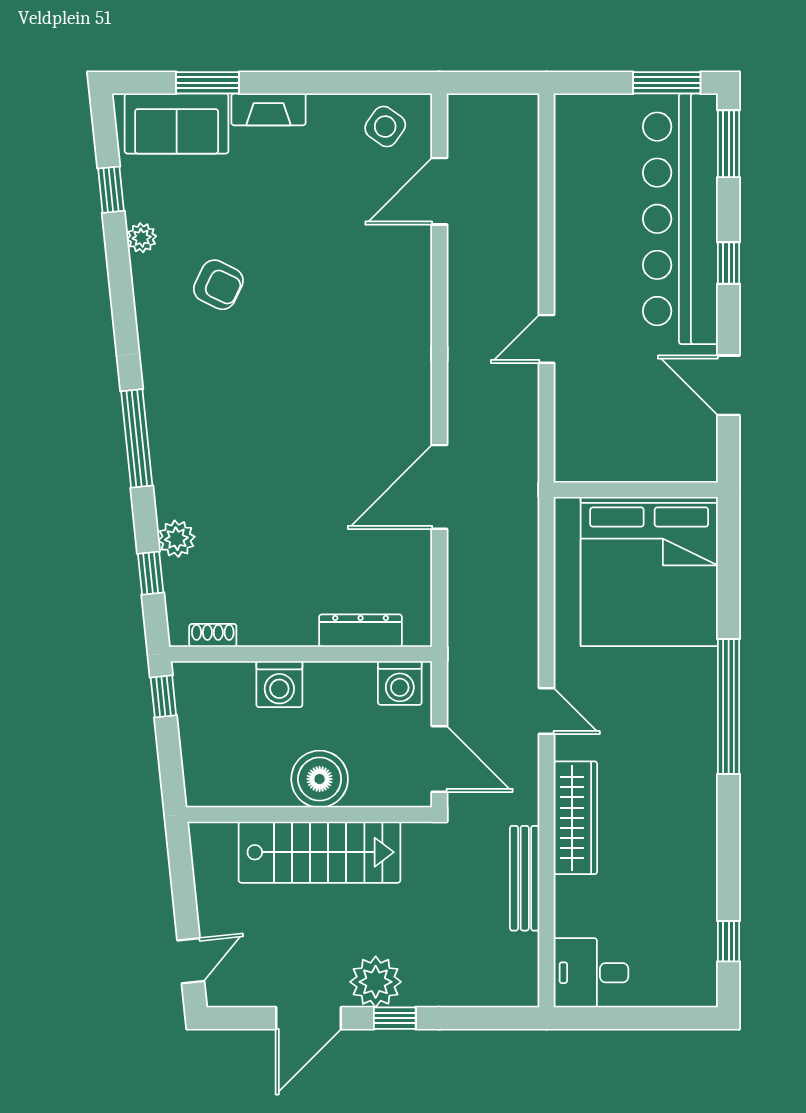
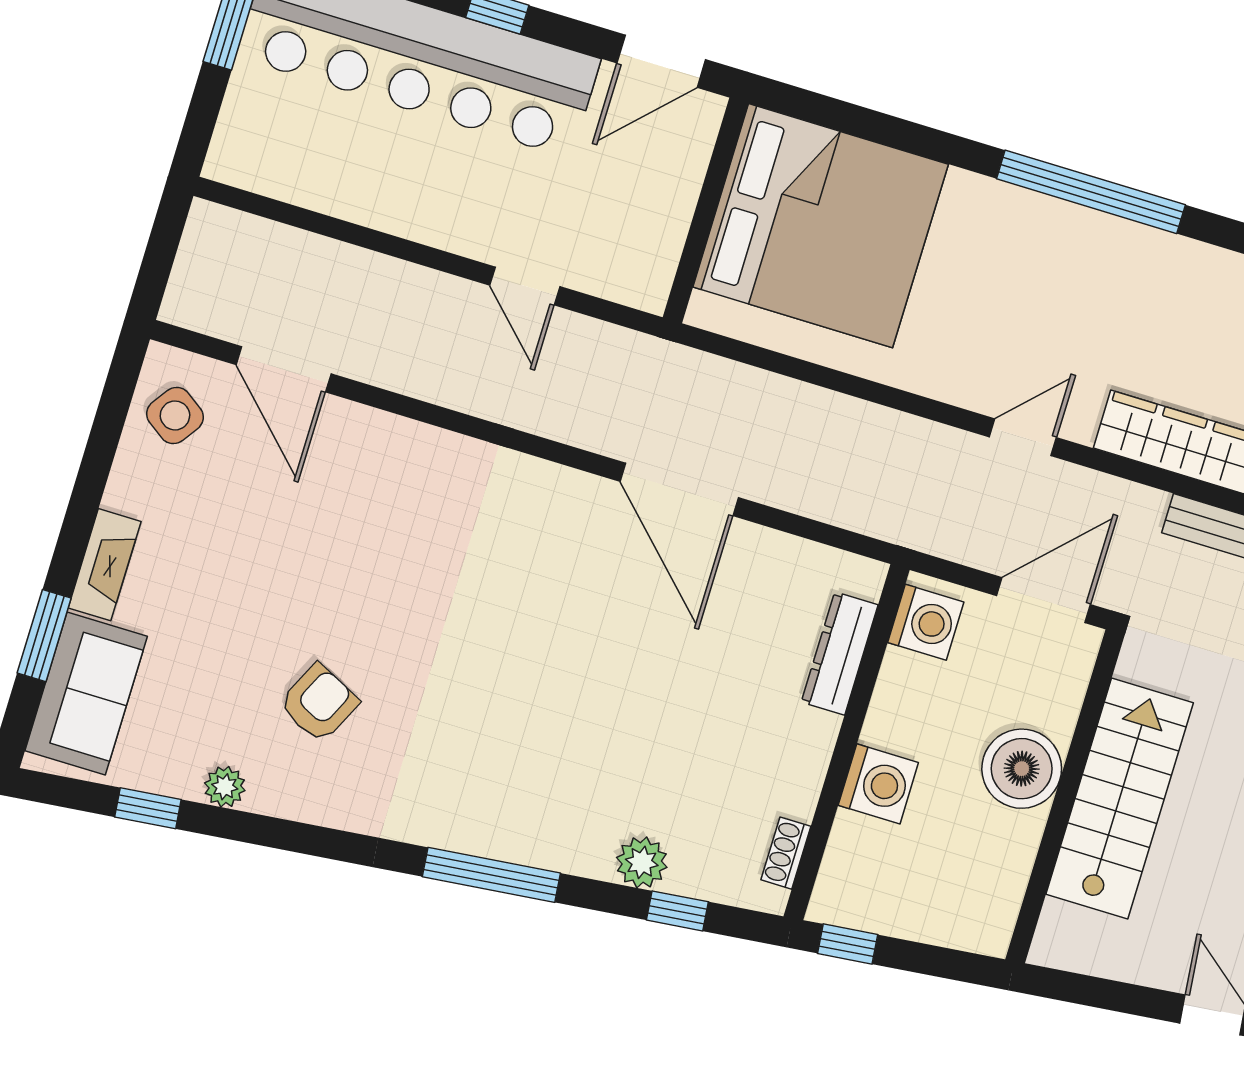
wall: (636, 490) -> (706, 210), moved
bed: (649, 571) -> (821, 226), moved

